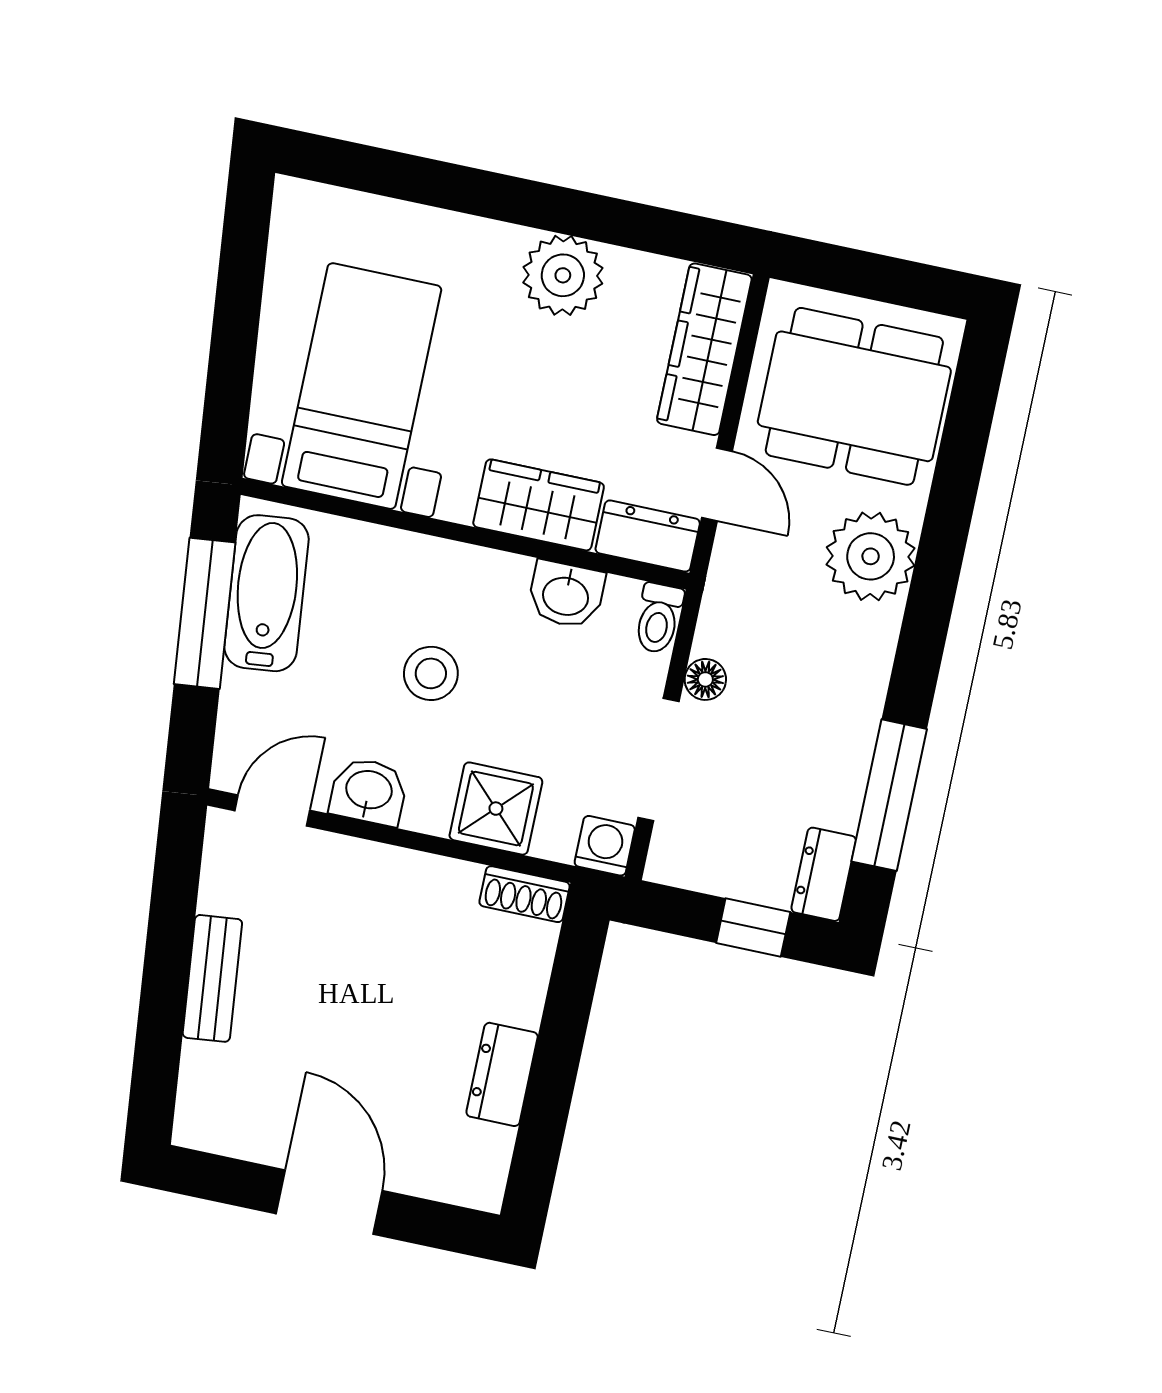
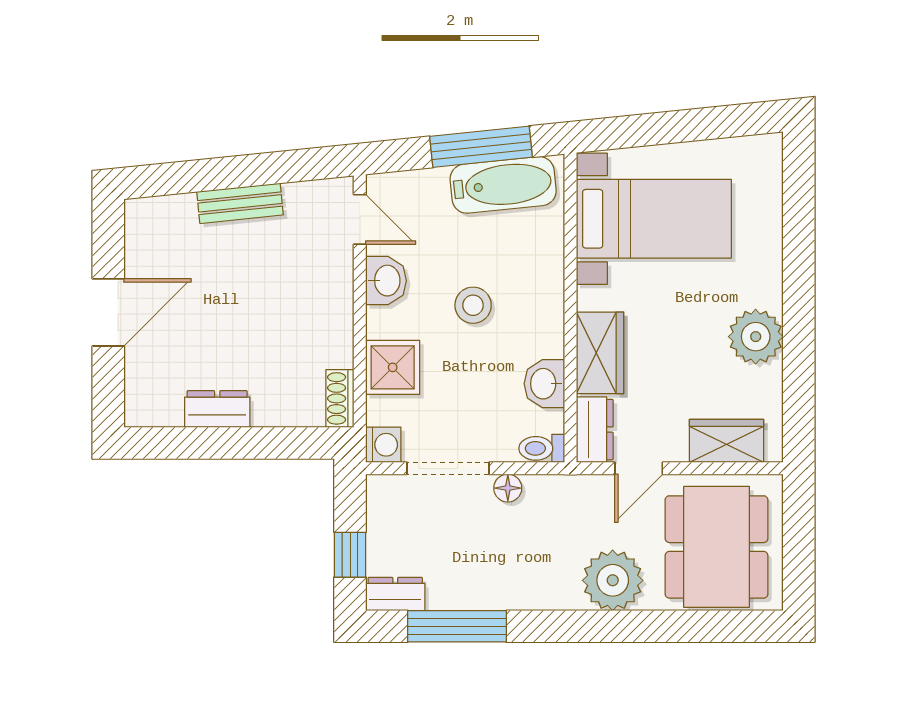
wardrobe: (704, 349) -> (727, 441), width x0.67

